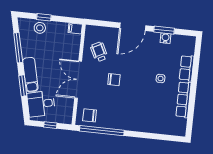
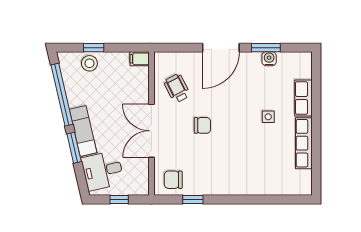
window: (18, 48) -> (62, 95), width x1.46
window: (102, 131) -> (193, 199), width x0.32

